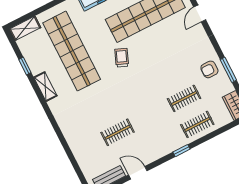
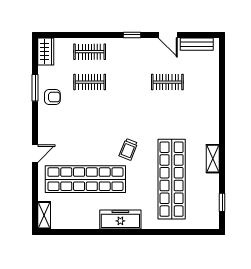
shelving: (25, 28) -> (204, 222), removed
window: (25, 66) -> (222, 202), moved
window: (181, 151) -> (132, 35), moved

